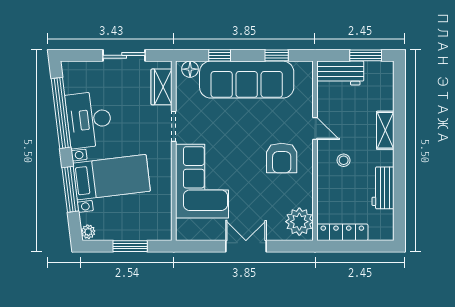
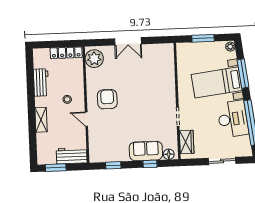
sliding door: (124, 55) -> (222, 161), moved
sofa: (247, 80) -> (146, 151), width x0.54, depth x0.79
corner sofa: (202, 181) -> (158, 82), removed

